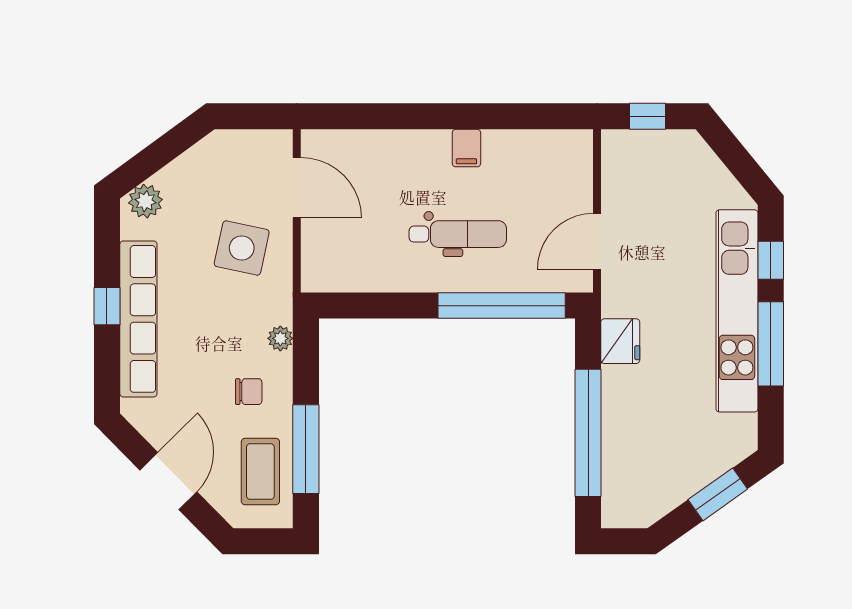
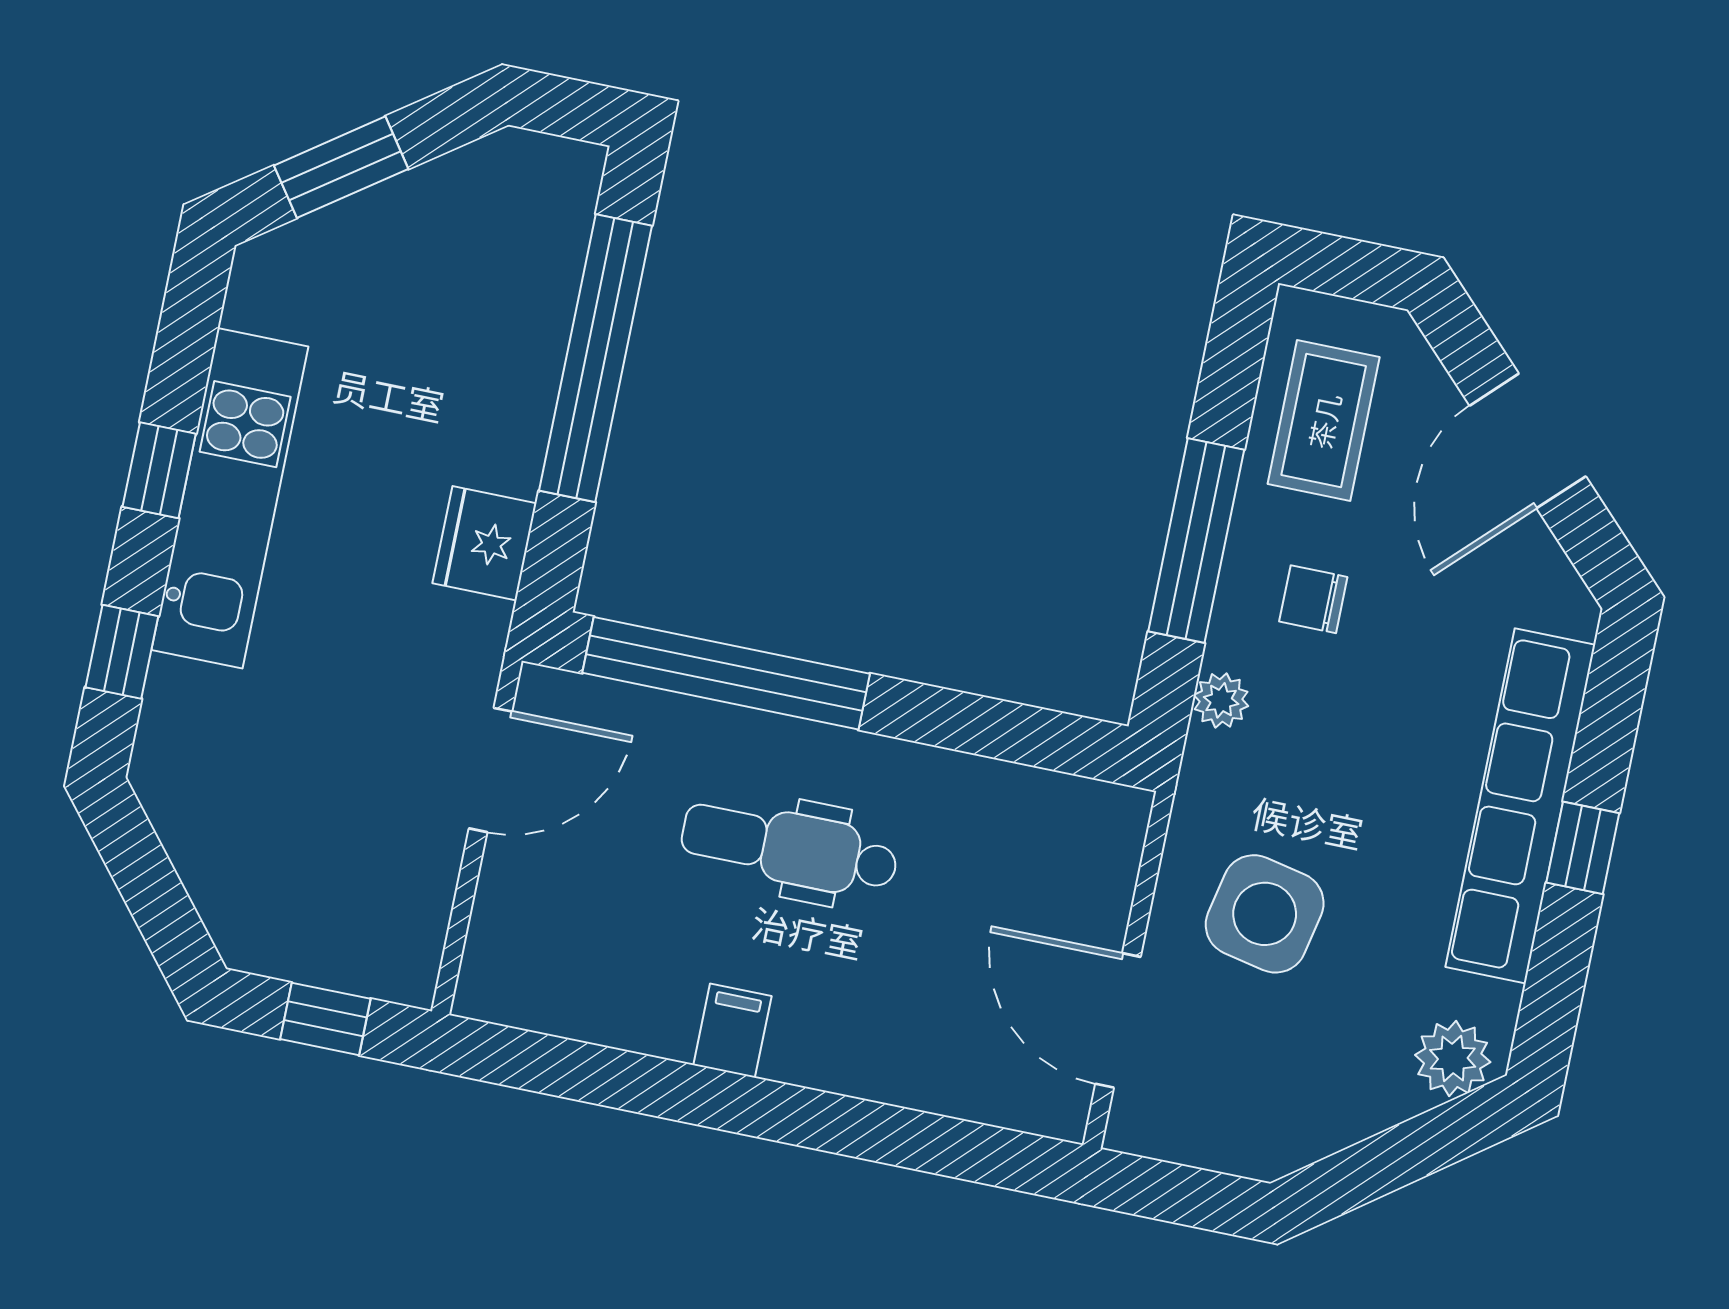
kitchen unit: (737, 311) -> (230, 498), width x0.73
window: (771, 344) -> (159, 470), width x0.46
window: (306, 449) -> (1196, 540), moved

